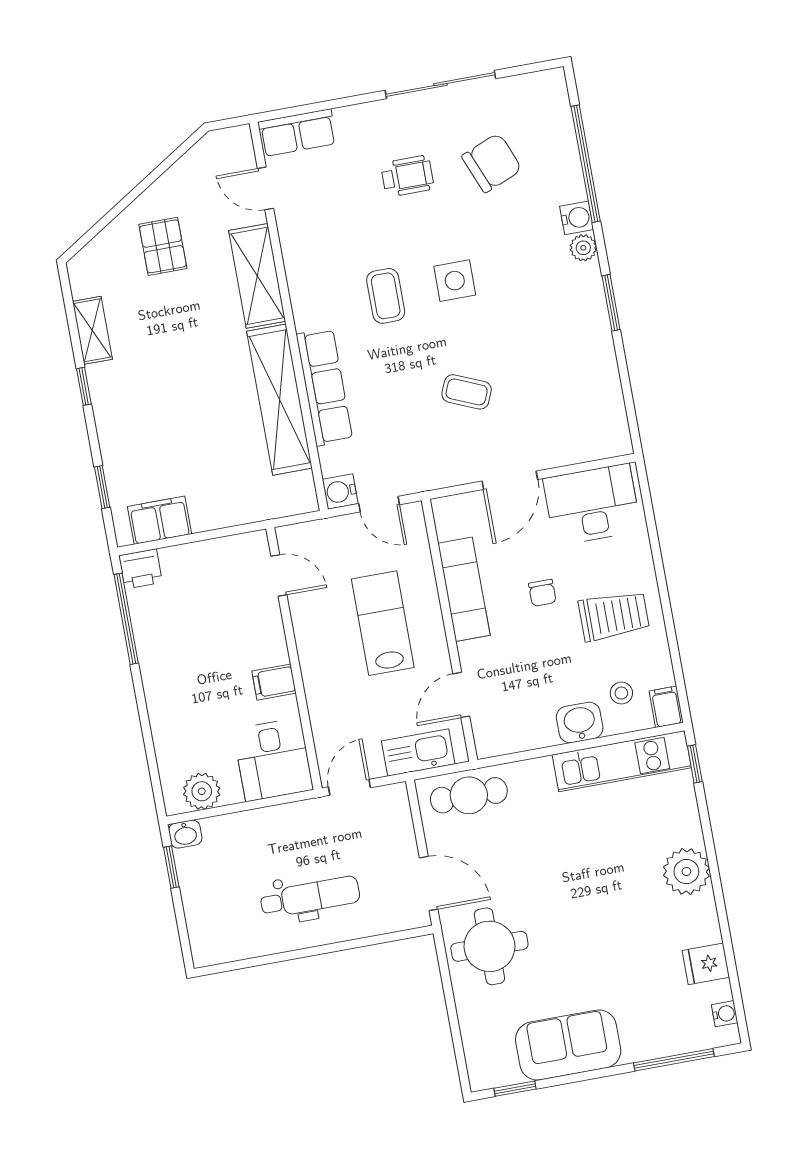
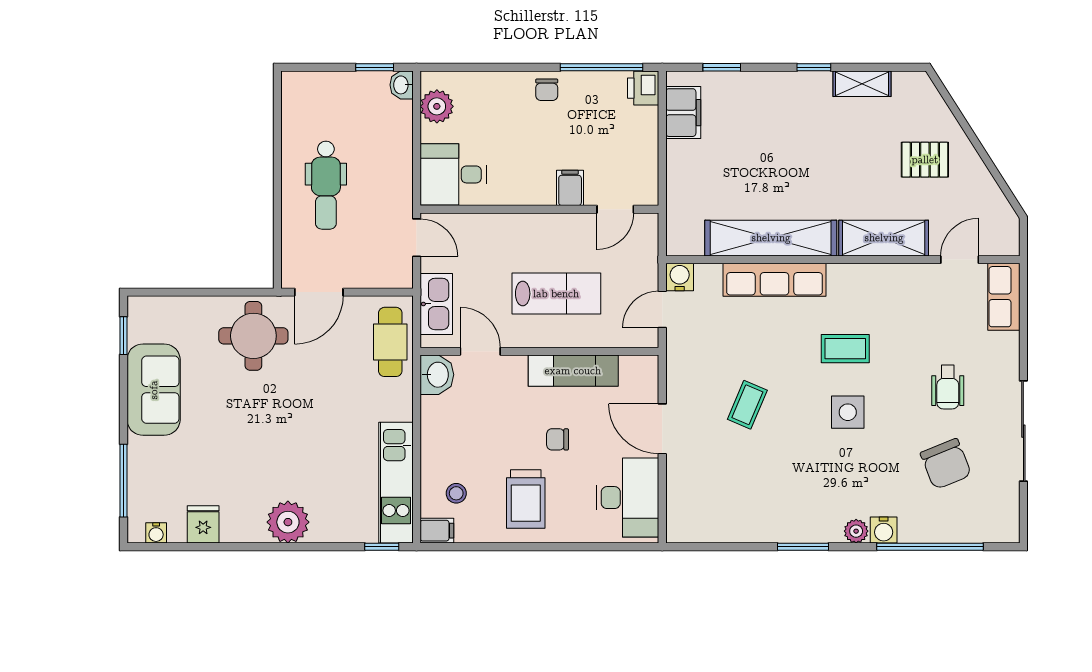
chair: (162, 674) -> (547, 90), added
filing cabinet: (274, 682) -> (570, 188), moved
washbasin: (580, 723) -> (437, 375), moved

